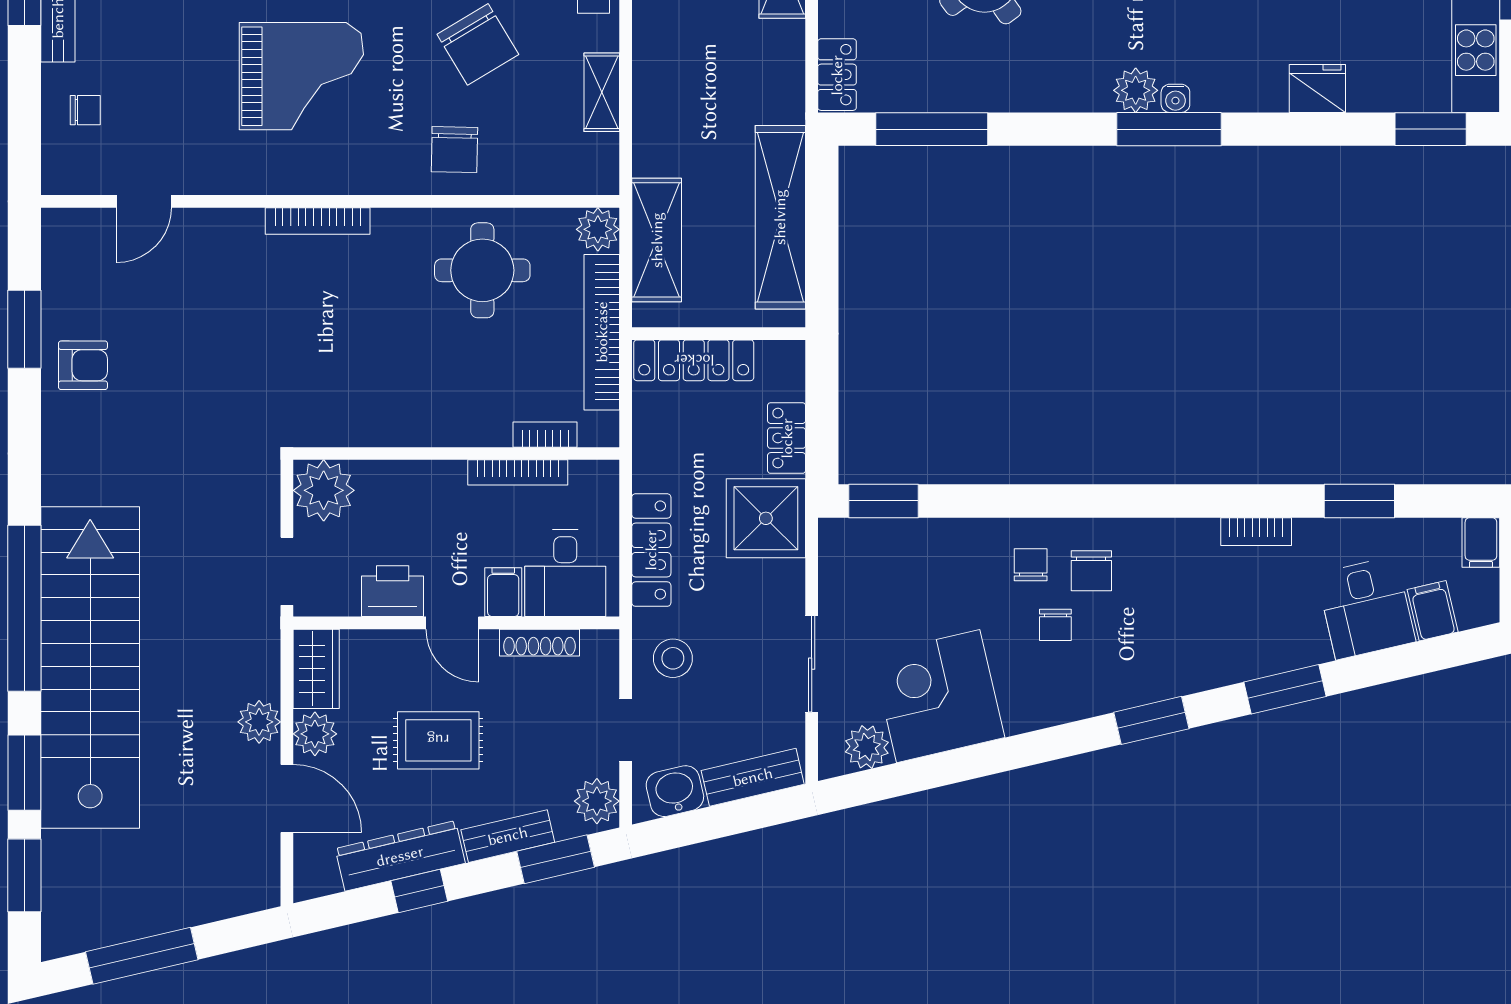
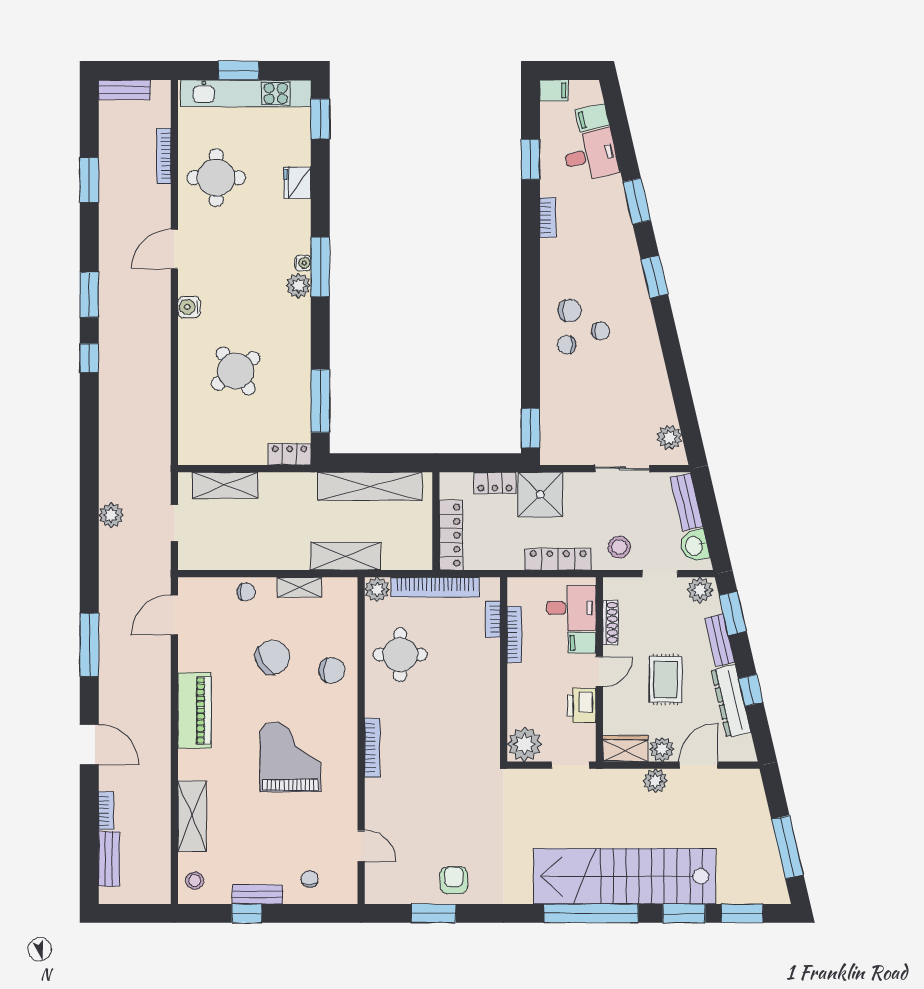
shelving: (657, 240) -> (346, 556), moved
corner desk: (938, 696) -> (641, 397), removed

